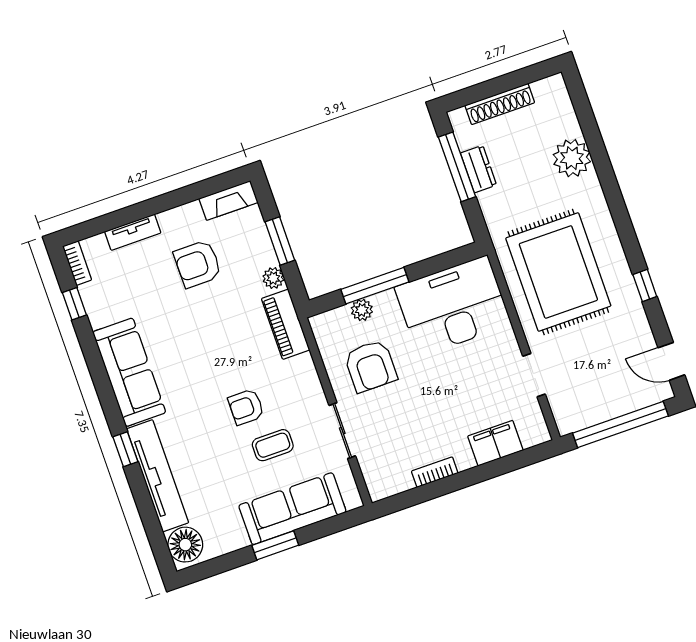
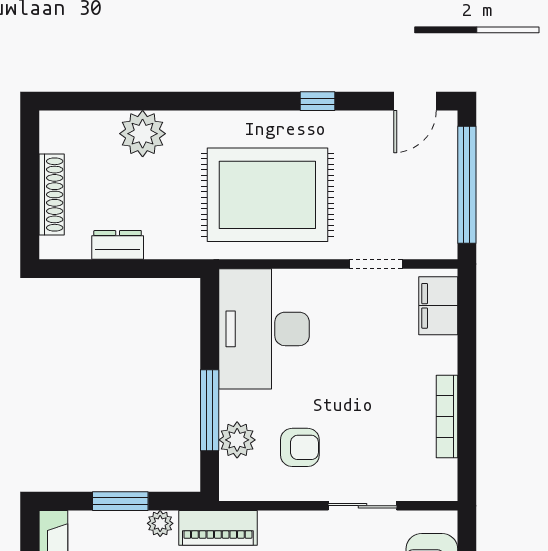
window: (457, 167) -> (106, 269), removed
plant: (362, 310) -> (237, 440), width x1.38, depth x1.38
armchair: (371, 366) -> (300, 447), width x0.72, depth x0.72
filing cabinet: (495, 443) -> (438, 306), moved
bookcase: (435, 472) -> (447, 417), width x1.56

